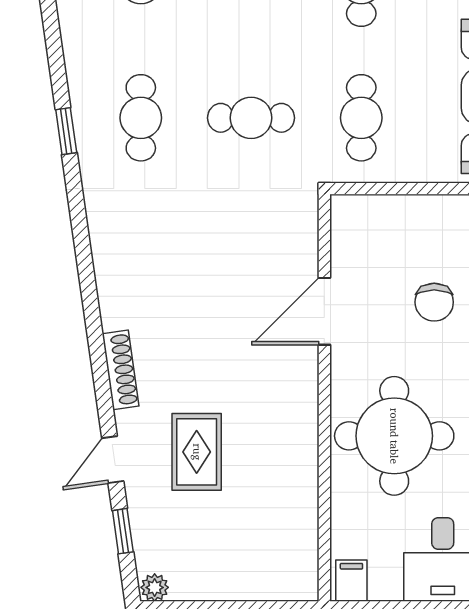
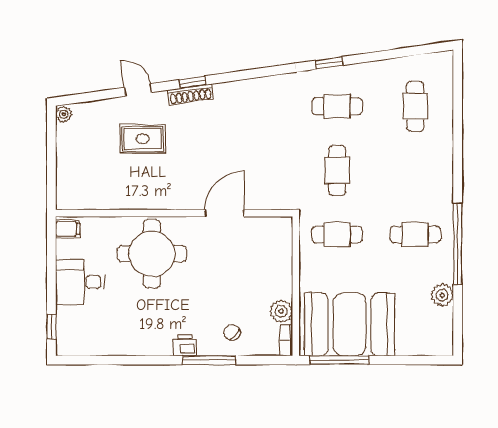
chair: (434, 302) -> (230, 277), removed
door: (324, 311) -> (224, 213), hinge flipped
window: (123, 531) -> (193, 82), moved

